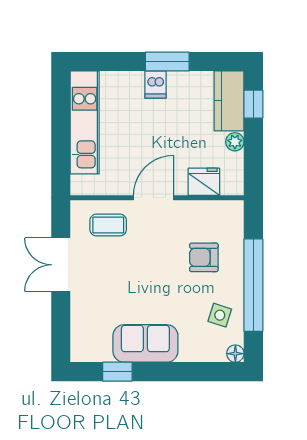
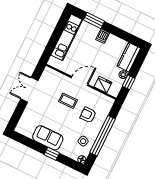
window: (167, 61) -> (94, 20), moved
window: (253, 104) -> (129, 82), moved
coffee table: (108, 225) -> (68, 101), moved
window: (117, 372) -> (52, 154), moved

